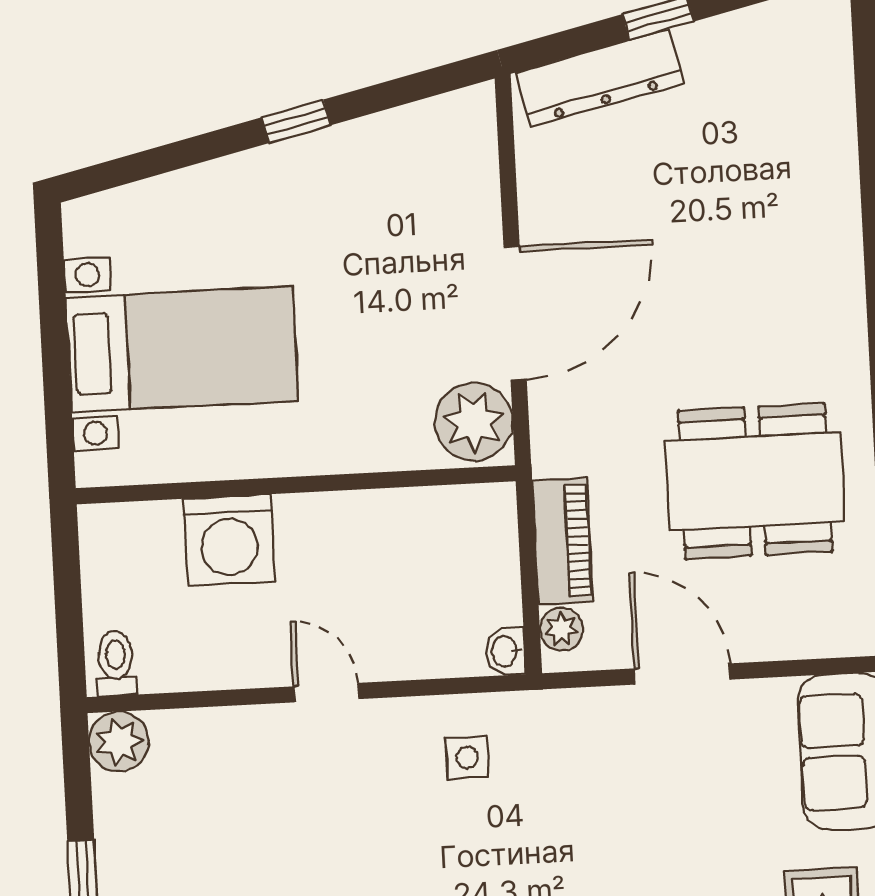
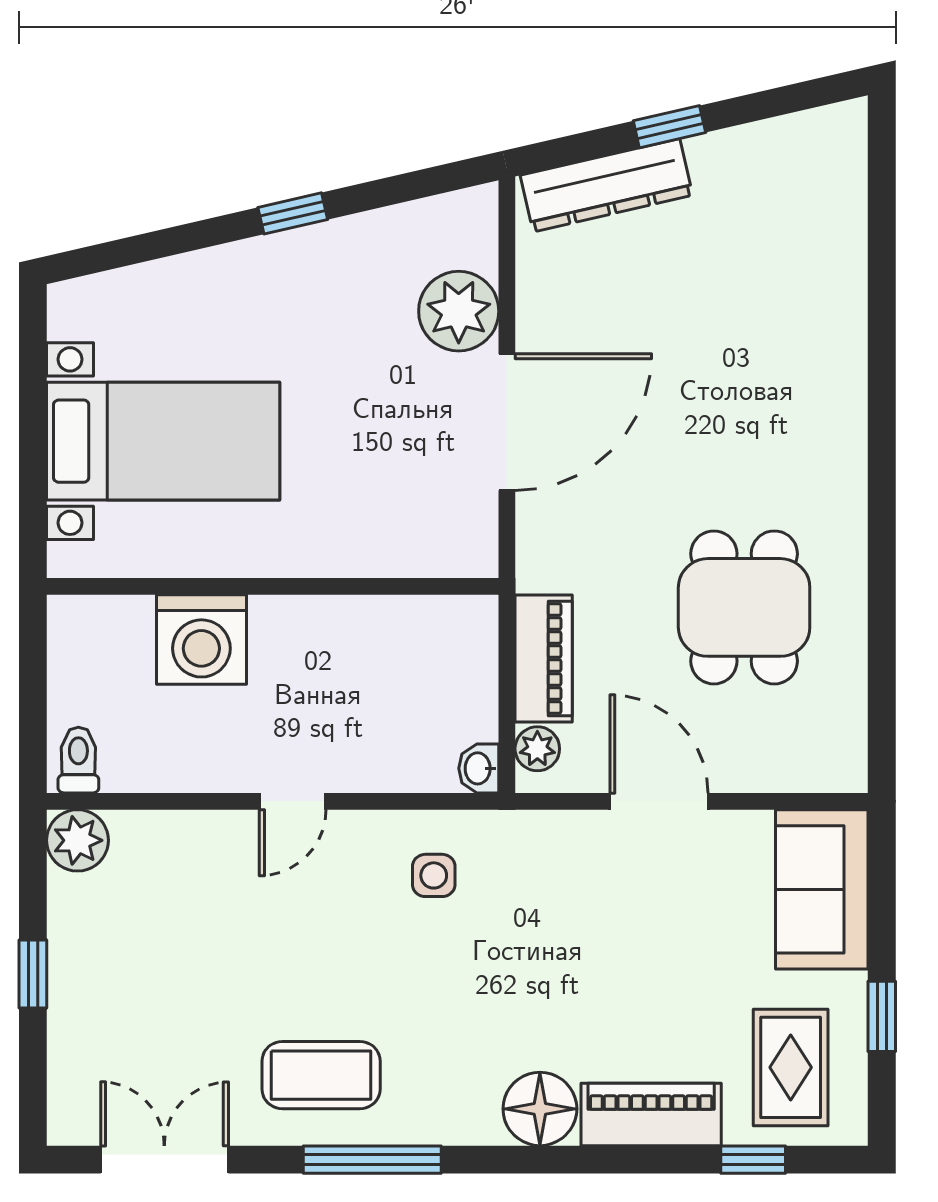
plant: (474, 422) -> (459, 311), moved
dining table: (755, 481) -> (744, 607), width x0.73
door: (326, 693) -> (293, 801), swing flipped

